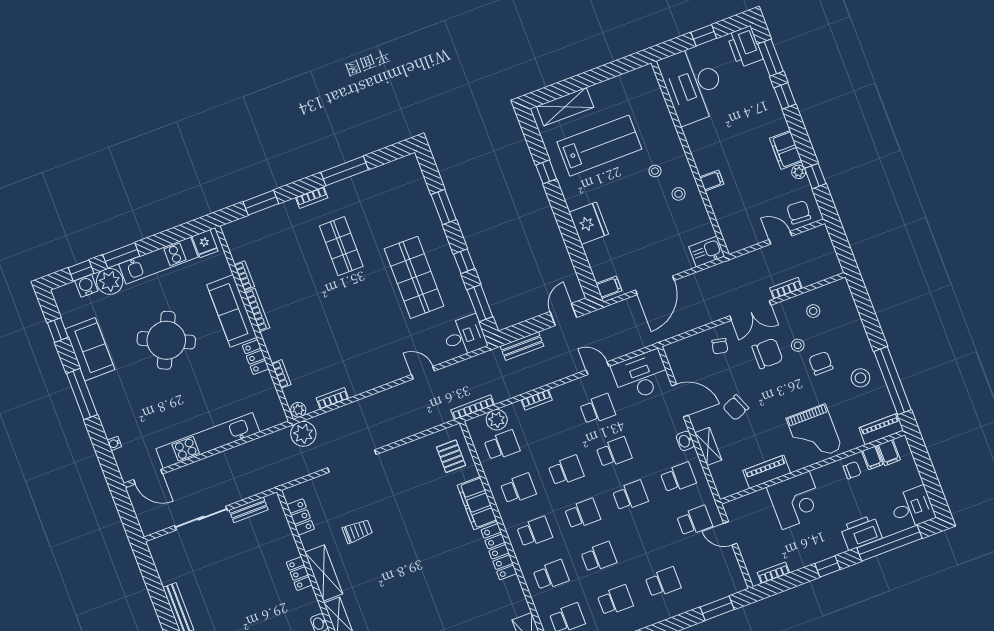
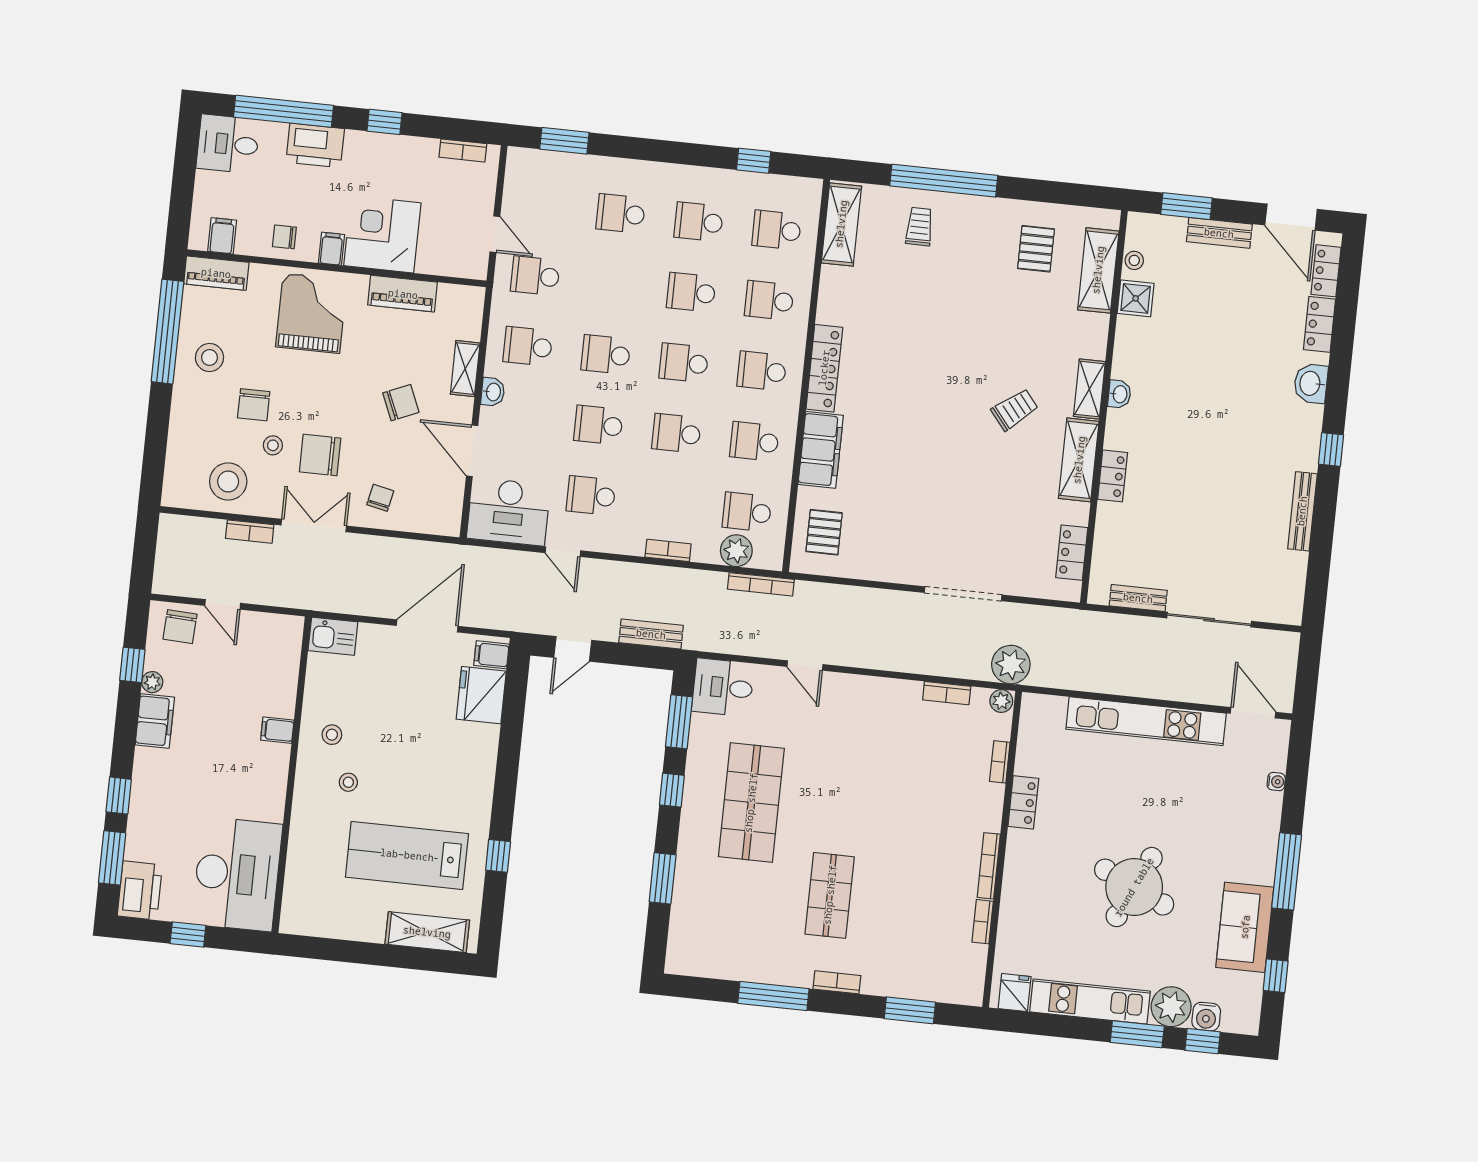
fridge: (589, 223) -> (481, 695), moved
sofa: (232, 311) -> (1024, 882), removed
stool: (813, 311) -> (228, 482), width x1.89, depth x1.89
filing cabinet: (872, 458) -> (331, 249), moved
trolley: (357, 531) -> (1015, 410), moved, turned 141

